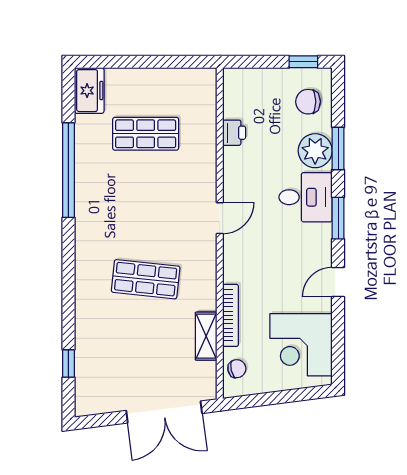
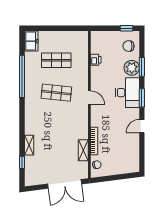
desk: (306, 197) -> (127, 93), width x1.37
door: (220, 218) -> (89, 98), hinge flipped
shop shelf: (146, 279) -> (56, 93), moved
shelving: (85, 325) -> (29, 145), added
corner desk: (301, 345) -> (125, 154), removed

